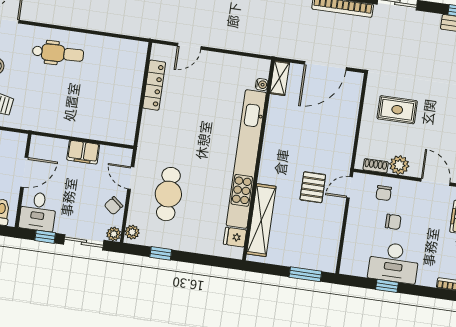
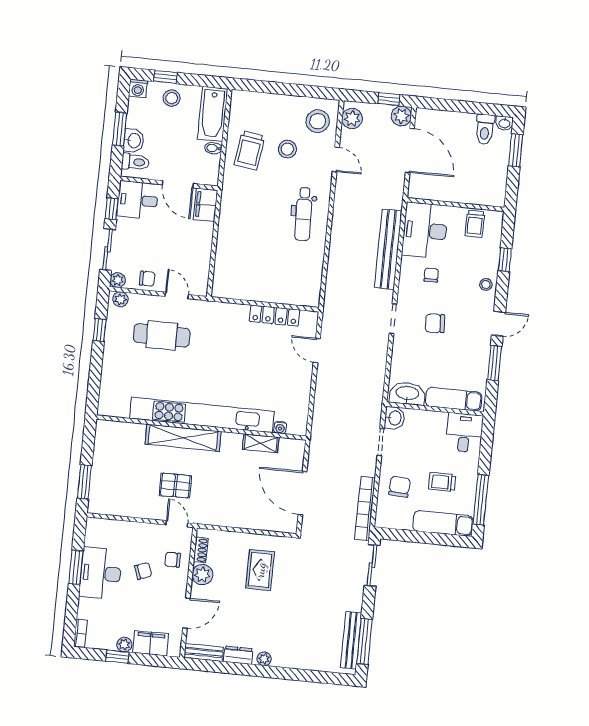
shelving: (280, 78) -> (261, 443), moved
filing cabinet: (83, 152) -> (206, 205), moved
door: (131, 178) -> (177, 295), hinge flipped
chair: (113, 206) -> (147, 279), turned 141
shelving: (261, 220) -> (183, 438), moved
chair: (393, 222) -> (143, 571), turned -110
fridge: (235, 237) -> (120, 407), removed
window: (387, 286) -> (76, 567), width x1.50

